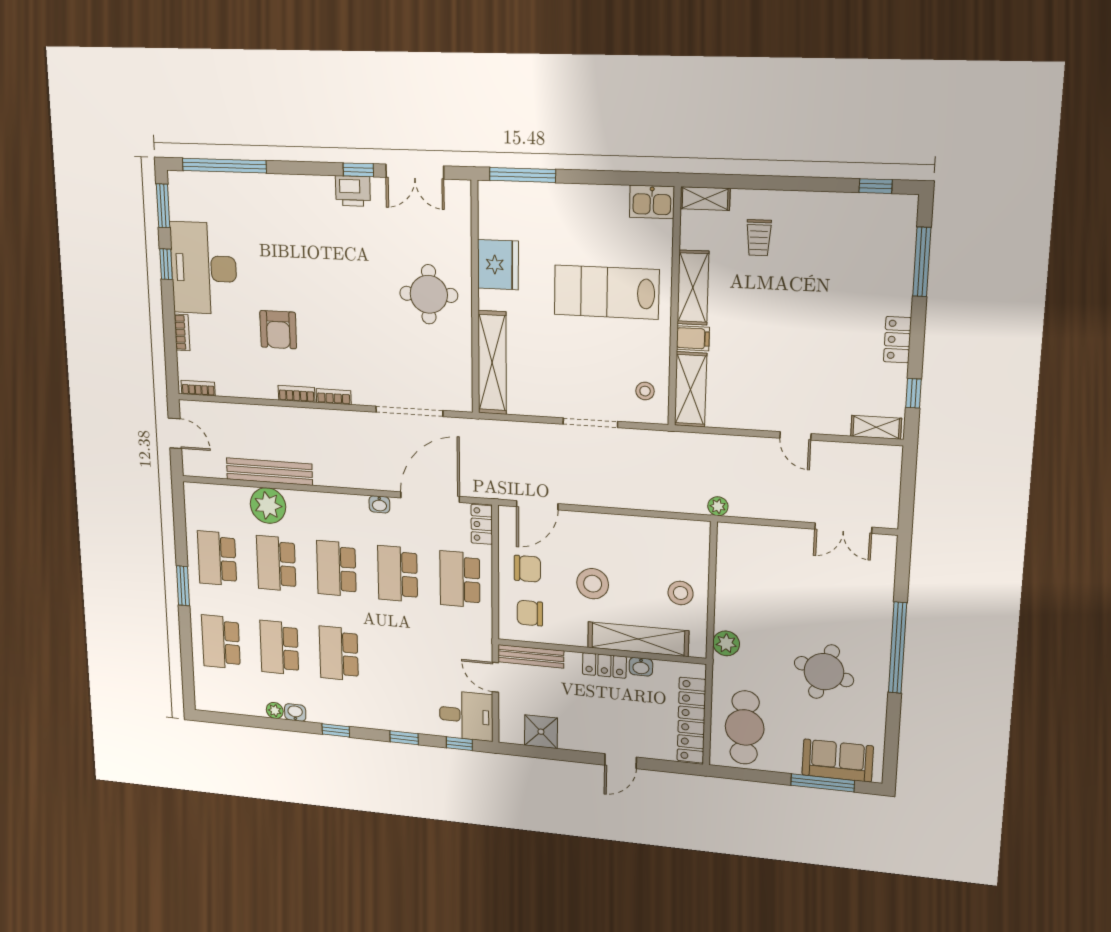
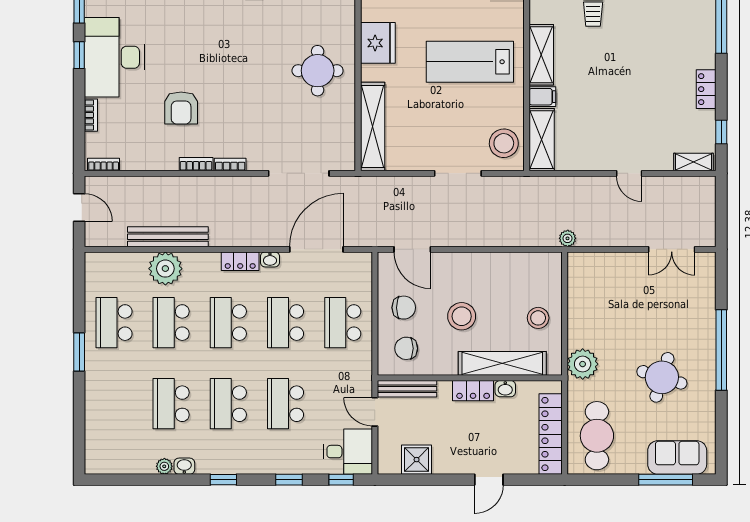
stool: (645, 391) -> (504, 143), width x1.89, depth x1.89
door: (537, 505) -> (412, 249), hinge flipped
locker: (482, 524) -> (240, 261), moved, turned -90
school desk: (221, 642) -> (286, 404), moved
plant: (726, 643) -> (583, 364), width x1.36, depth x1.36

